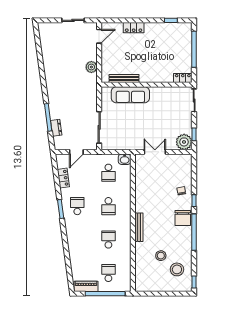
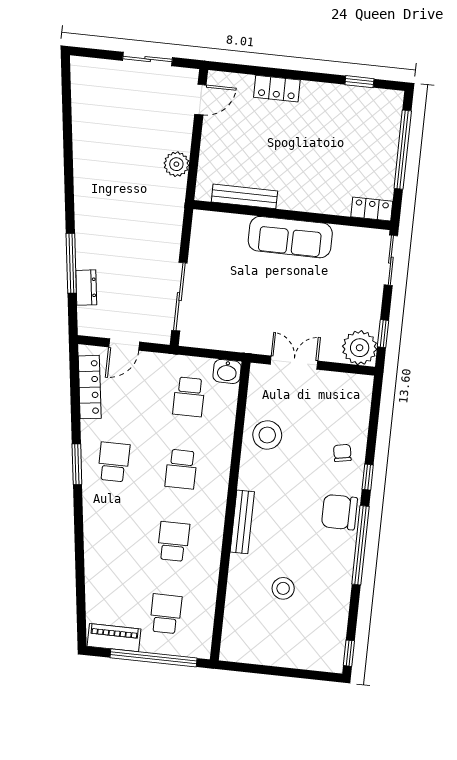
sofa: (130, 95) -> (290, 237), moved
locker: (63, 178) -> (90, 387), width x1.53
chair: (183, 218) -> (339, 512), turned 90
stool: (177, 269) -> (267, 435), moved

